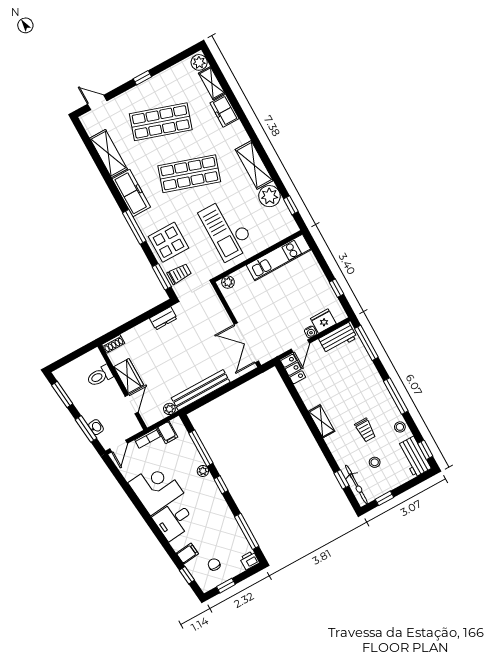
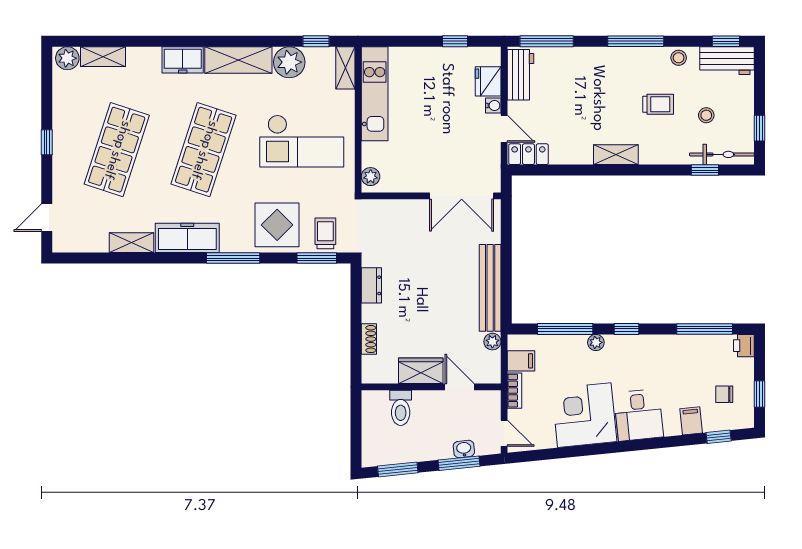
freezer: (224, 111) -> (183, 60), moved
shelving: (108, 154) -> (132, 243), width x0.67, depth x0.75
shelving: (285, 231) -> (345, 68), added
shoe rack: (113, 344) -> (369, 339), moved

